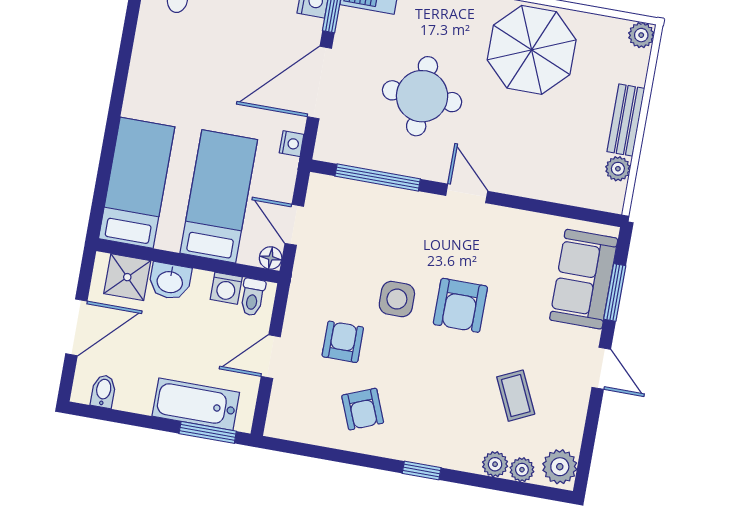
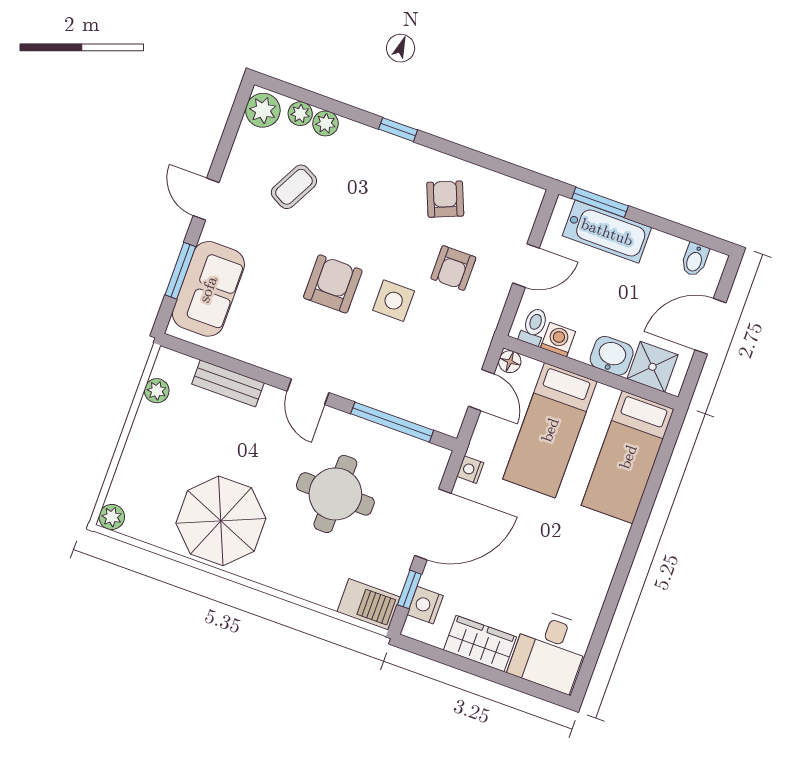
bench: (626, 120) -> (228, 383), moved, turned 90
coffee table: (516, 396) -> (294, 187), turned 53

